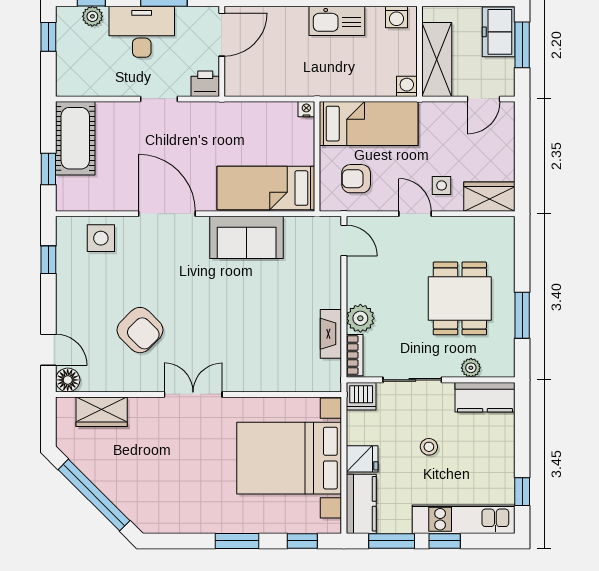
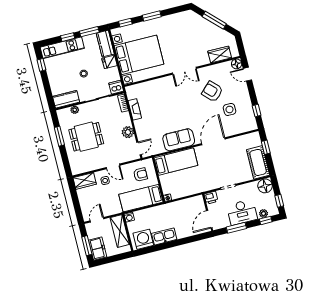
washing machine: (397, 17) -> (143, 239), width x1.89, depth x1.89
floor lamp: (73, 80) -> (265, 186), added
door: (167, 214) -> (213, 141), swing flipped
side table: (101, 238) -> (230, 109), moved
door: (344, 240) -> (139, 148), swing flipped
dining table: (460, 298) -> (86, 137), turned 90
plant: (360, 318) -> (128, 132), moved
window: (94, 495) -> (214, 20), width x0.68

